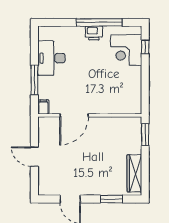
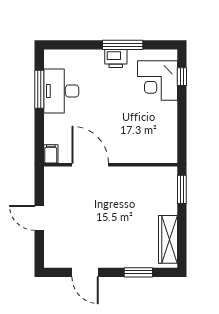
window: (99, 22) -> (123, 45), width x0.68
window: (34, 80) -> (39, 89), moved
door: (74, 115) -> (90, 165), swing flipped

